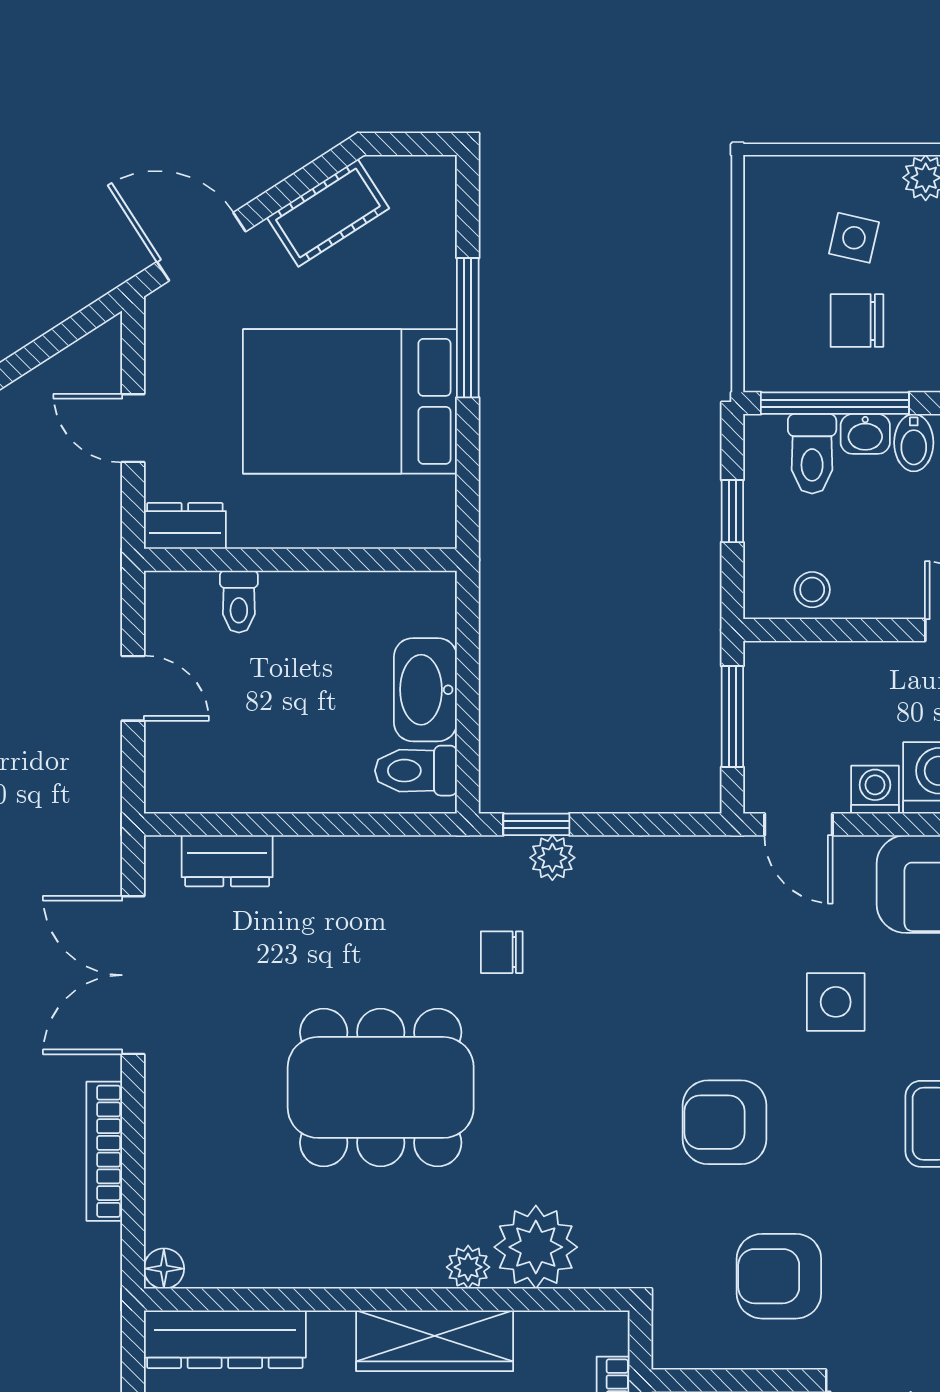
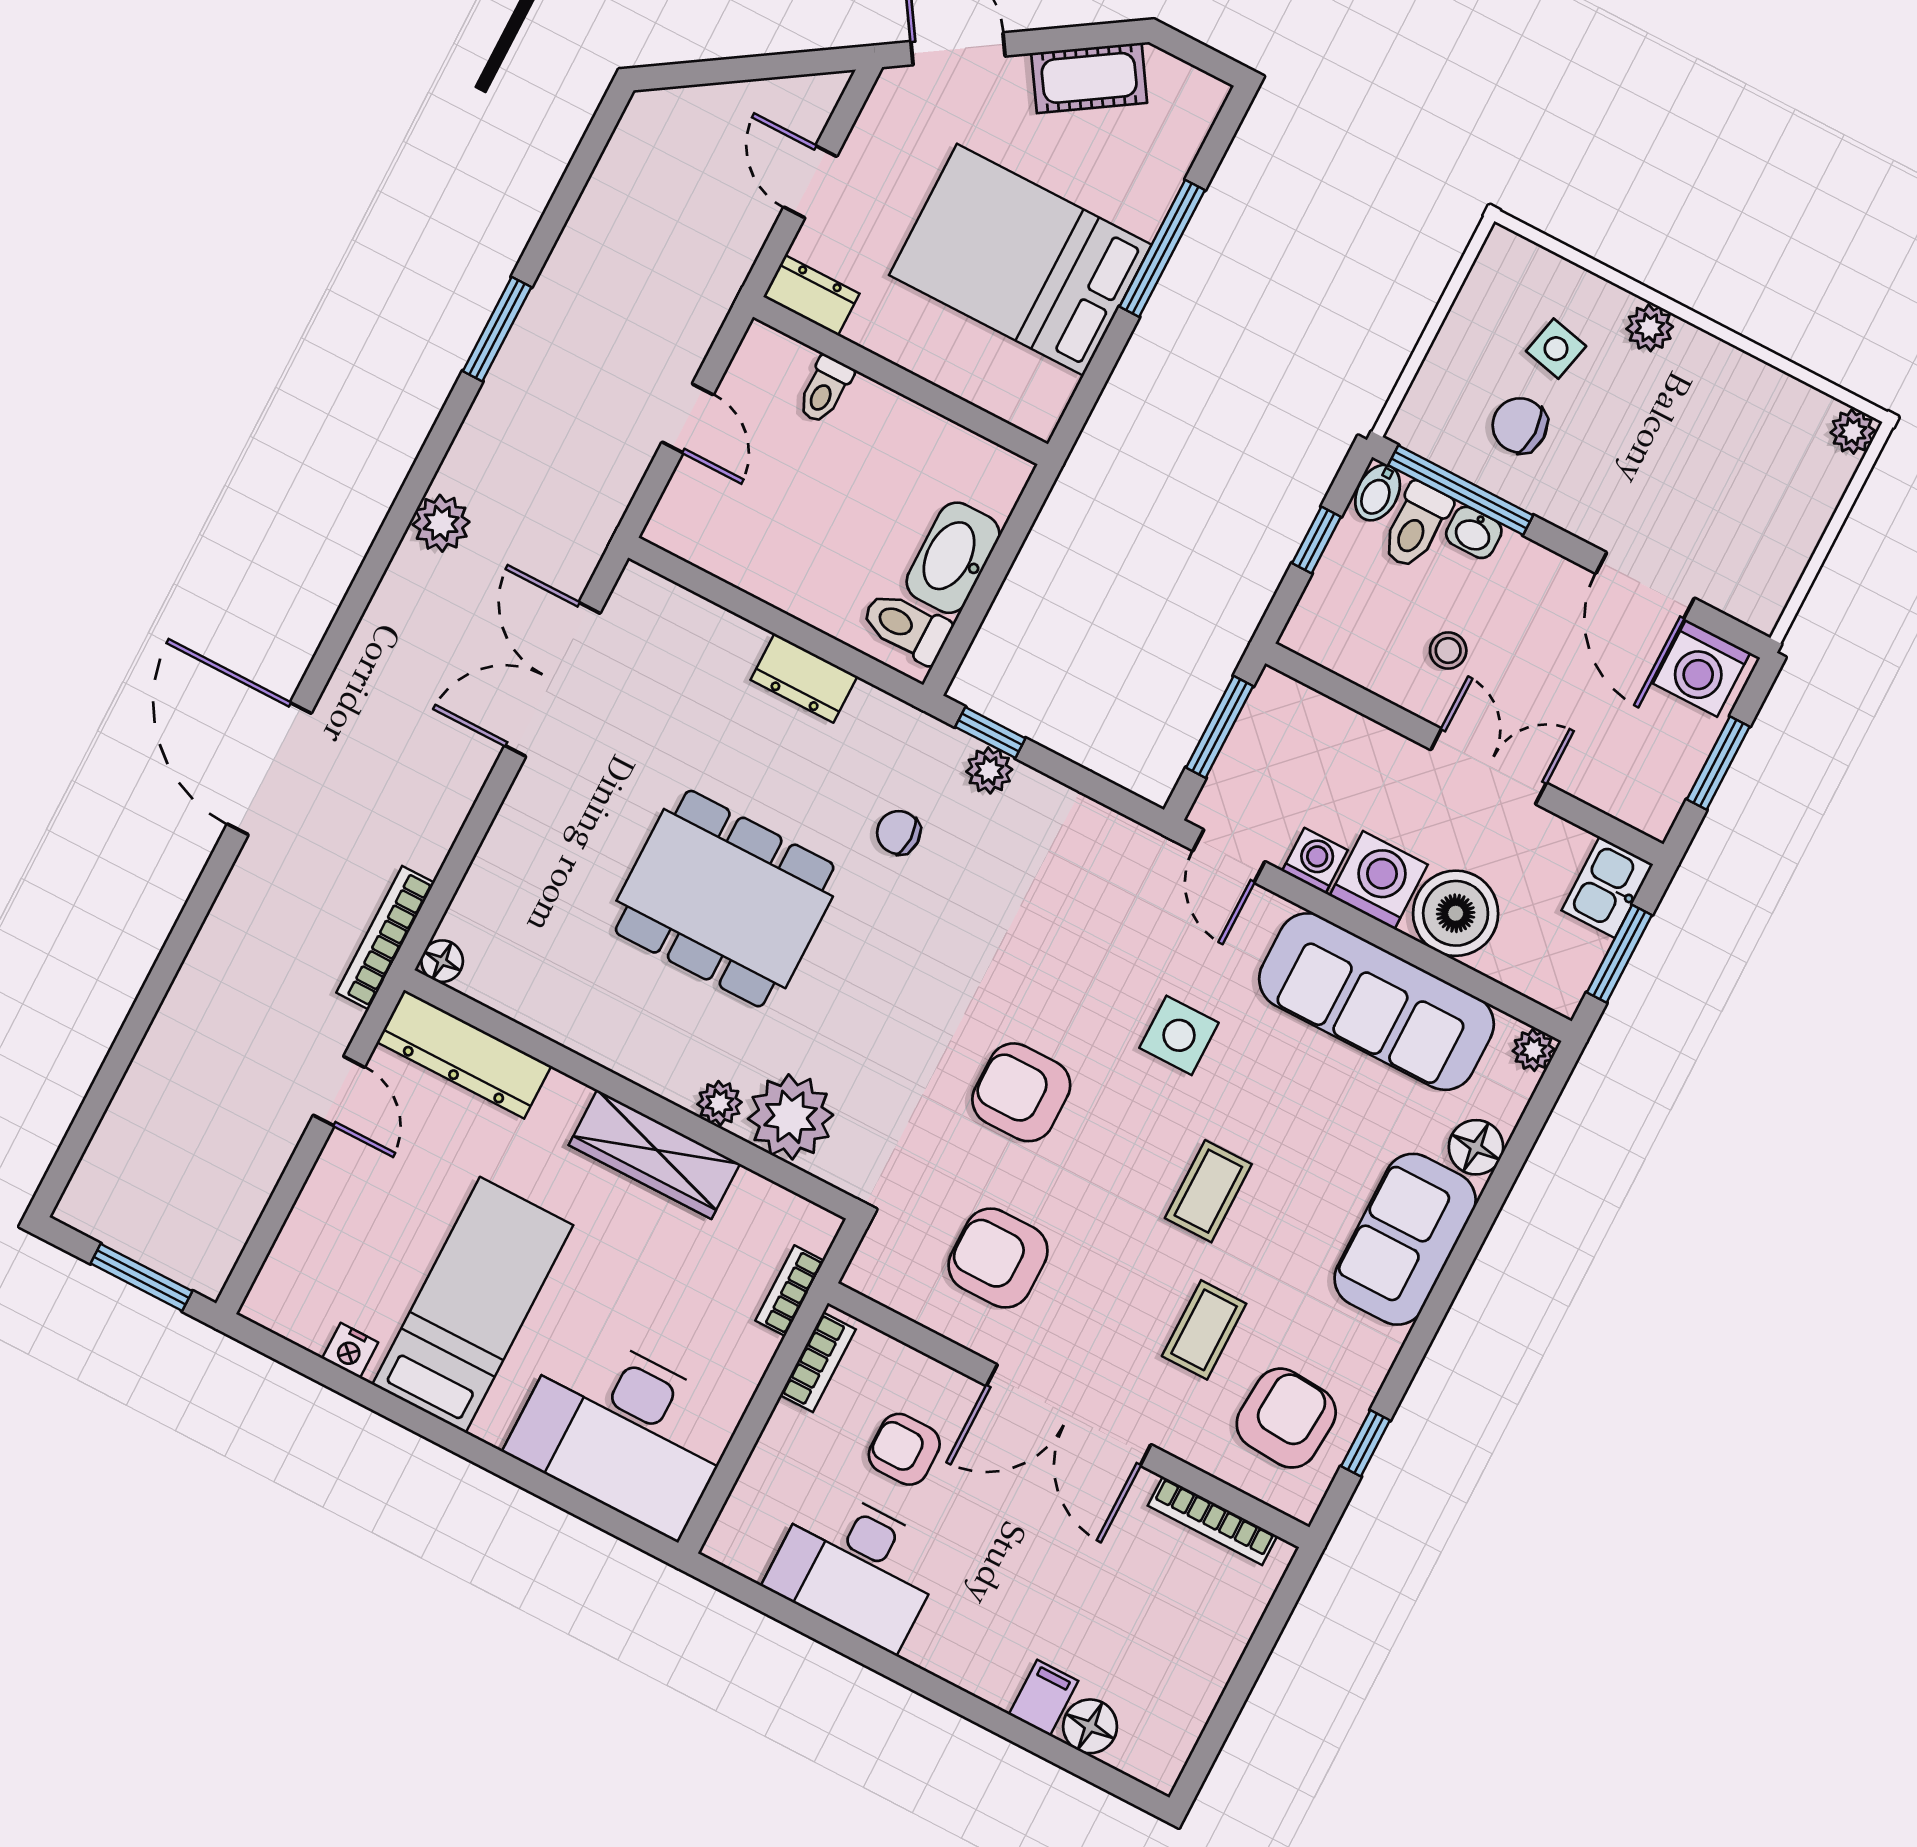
bidet: (914, 443) -> (1378, 493), moved
stool: (812, 590) -> (1448, 651), moved
dresser: (227, 861) -> (804, 678), moved
bookcase: (104, 1151) -> (385, 938), moved

